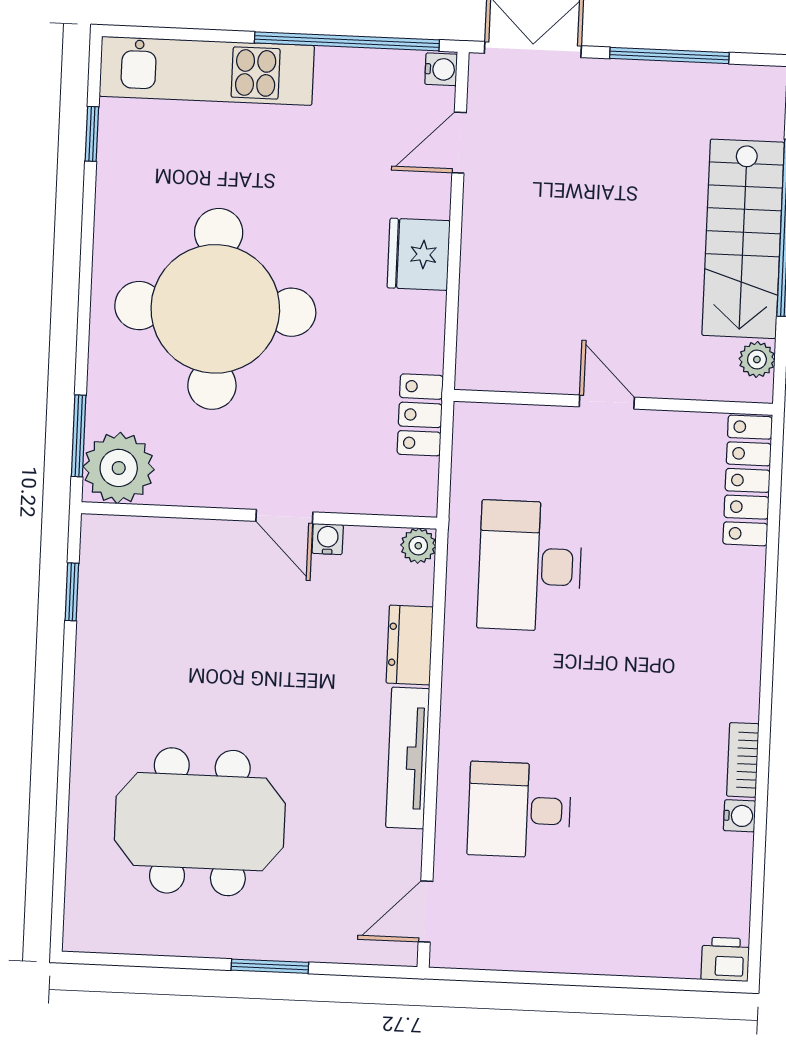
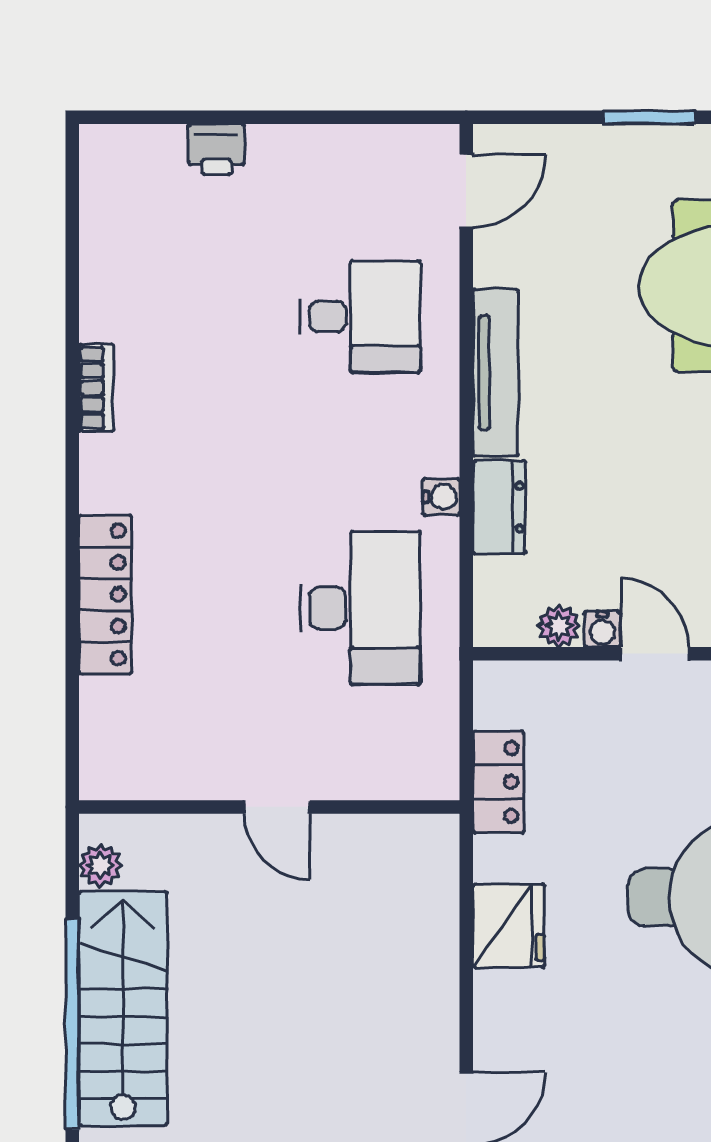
fridge: (419, 254) -> (509, 926), moved
locker: (748, 480) -> (105, 594), moved
plant: (418, 546) -> (559, 626), moved
water cooler: (740, 816) -> (441, 497), moved, turned 180
printer: (725, 959) -> (217, 149), moved

